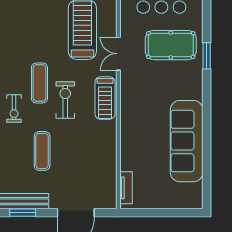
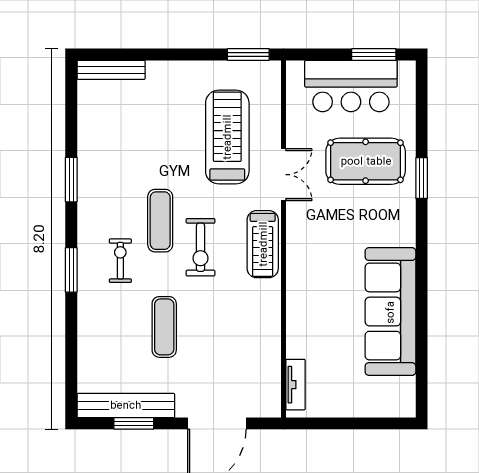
double door: (118, 54) -> (284, 175), swing flipped
exercise bike: (65, 100) -> (201, 247), turned 180
exercise bike: (14, 109) -> (120, 261), turned 180

